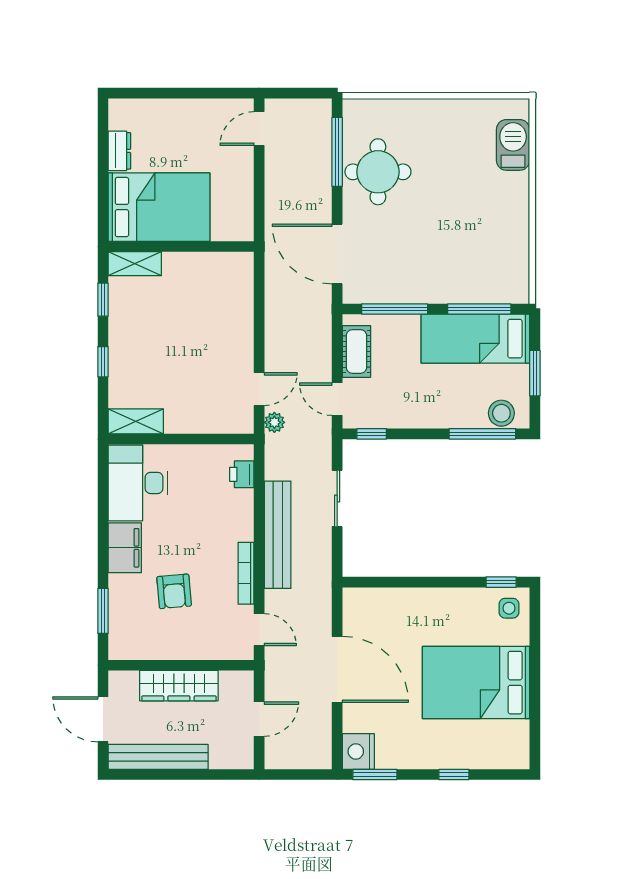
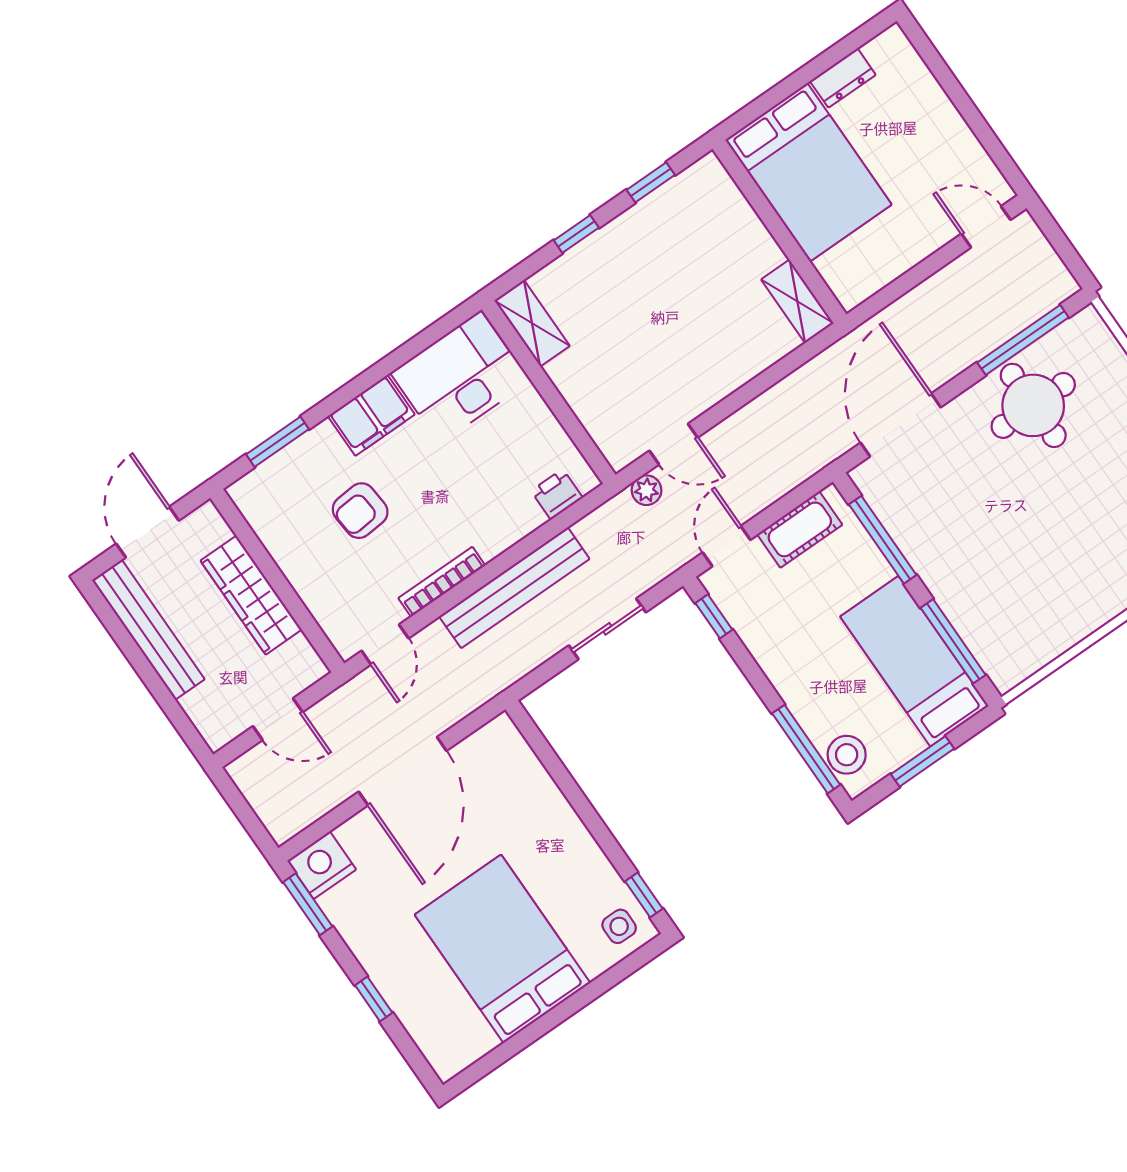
shelving: (135, 264) -> (797, 301), moved

